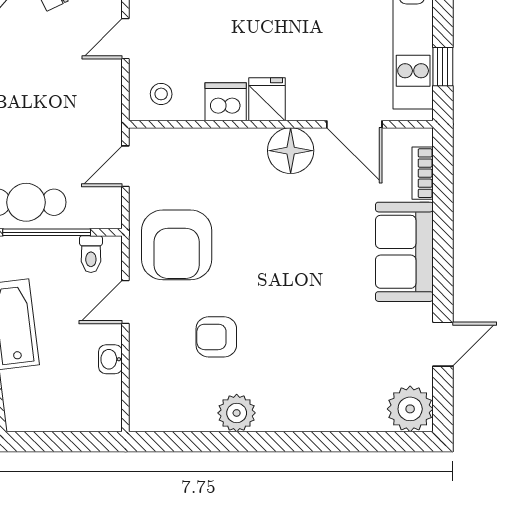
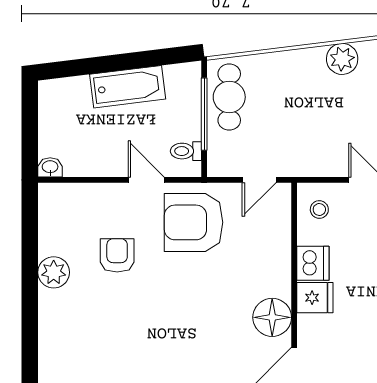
door: (125, 166) -> (259, 180), swing flipped
washbasin: (110, 359) -> (50, 167), moved

